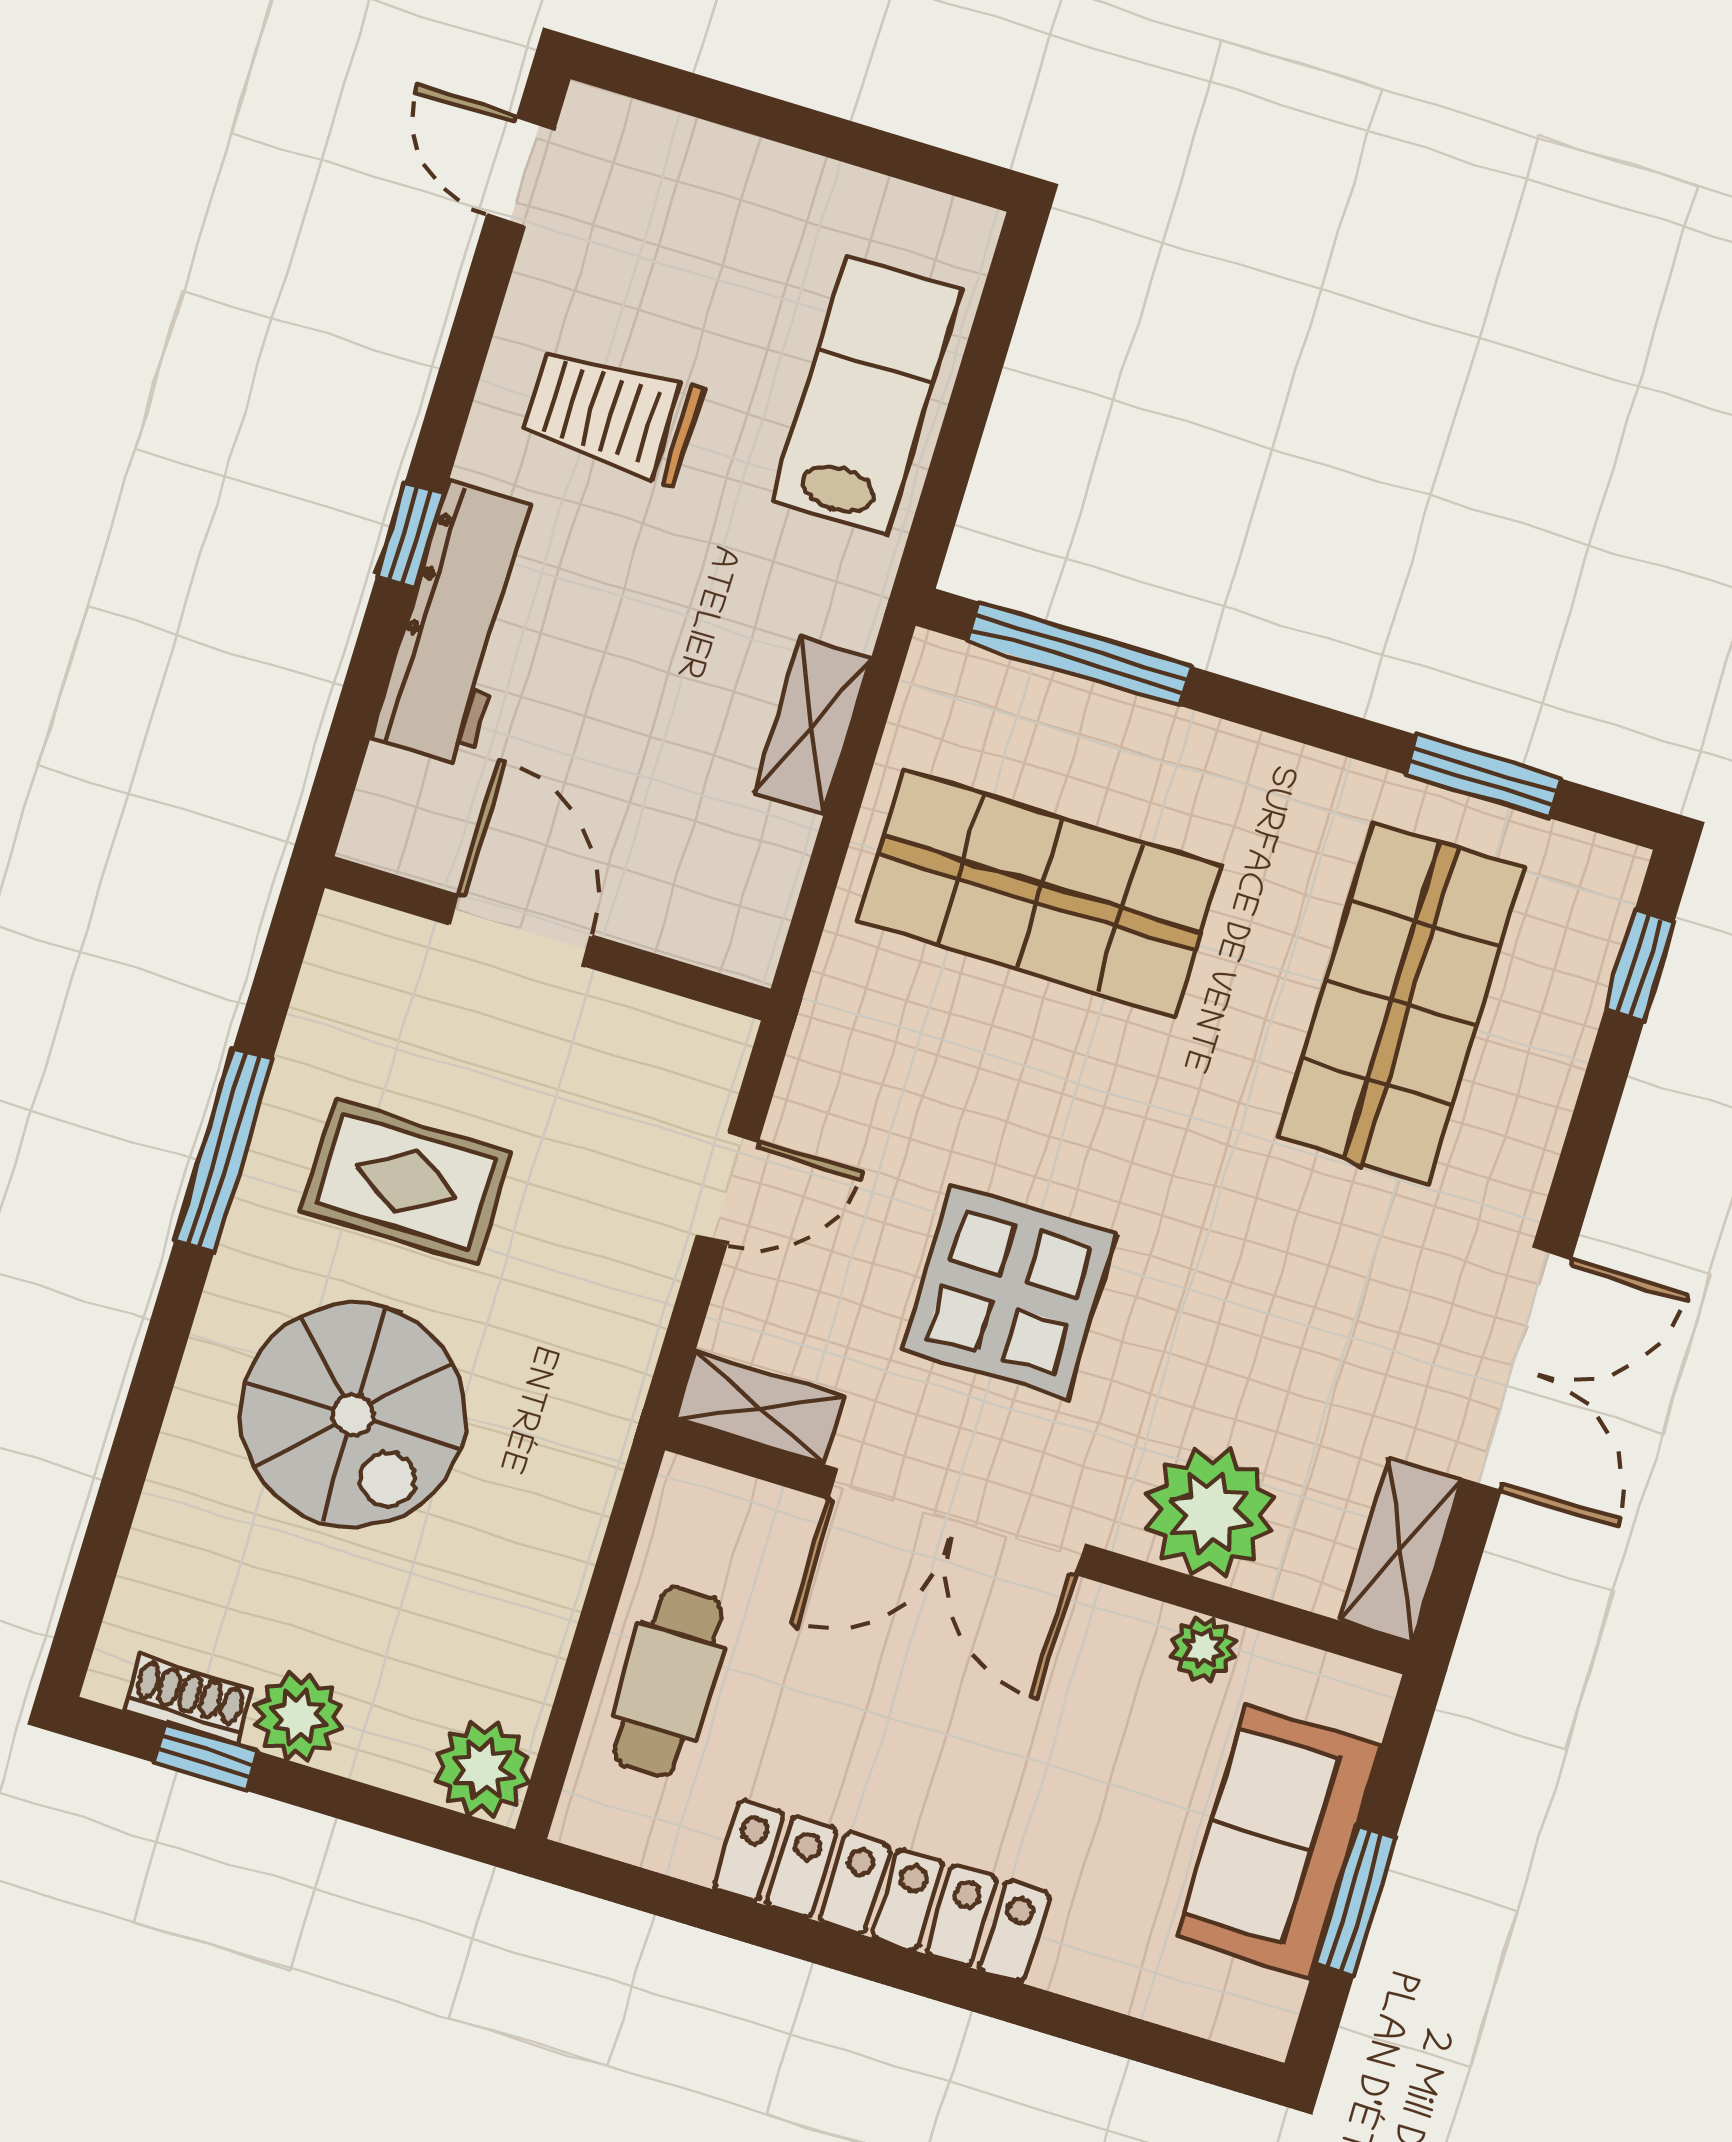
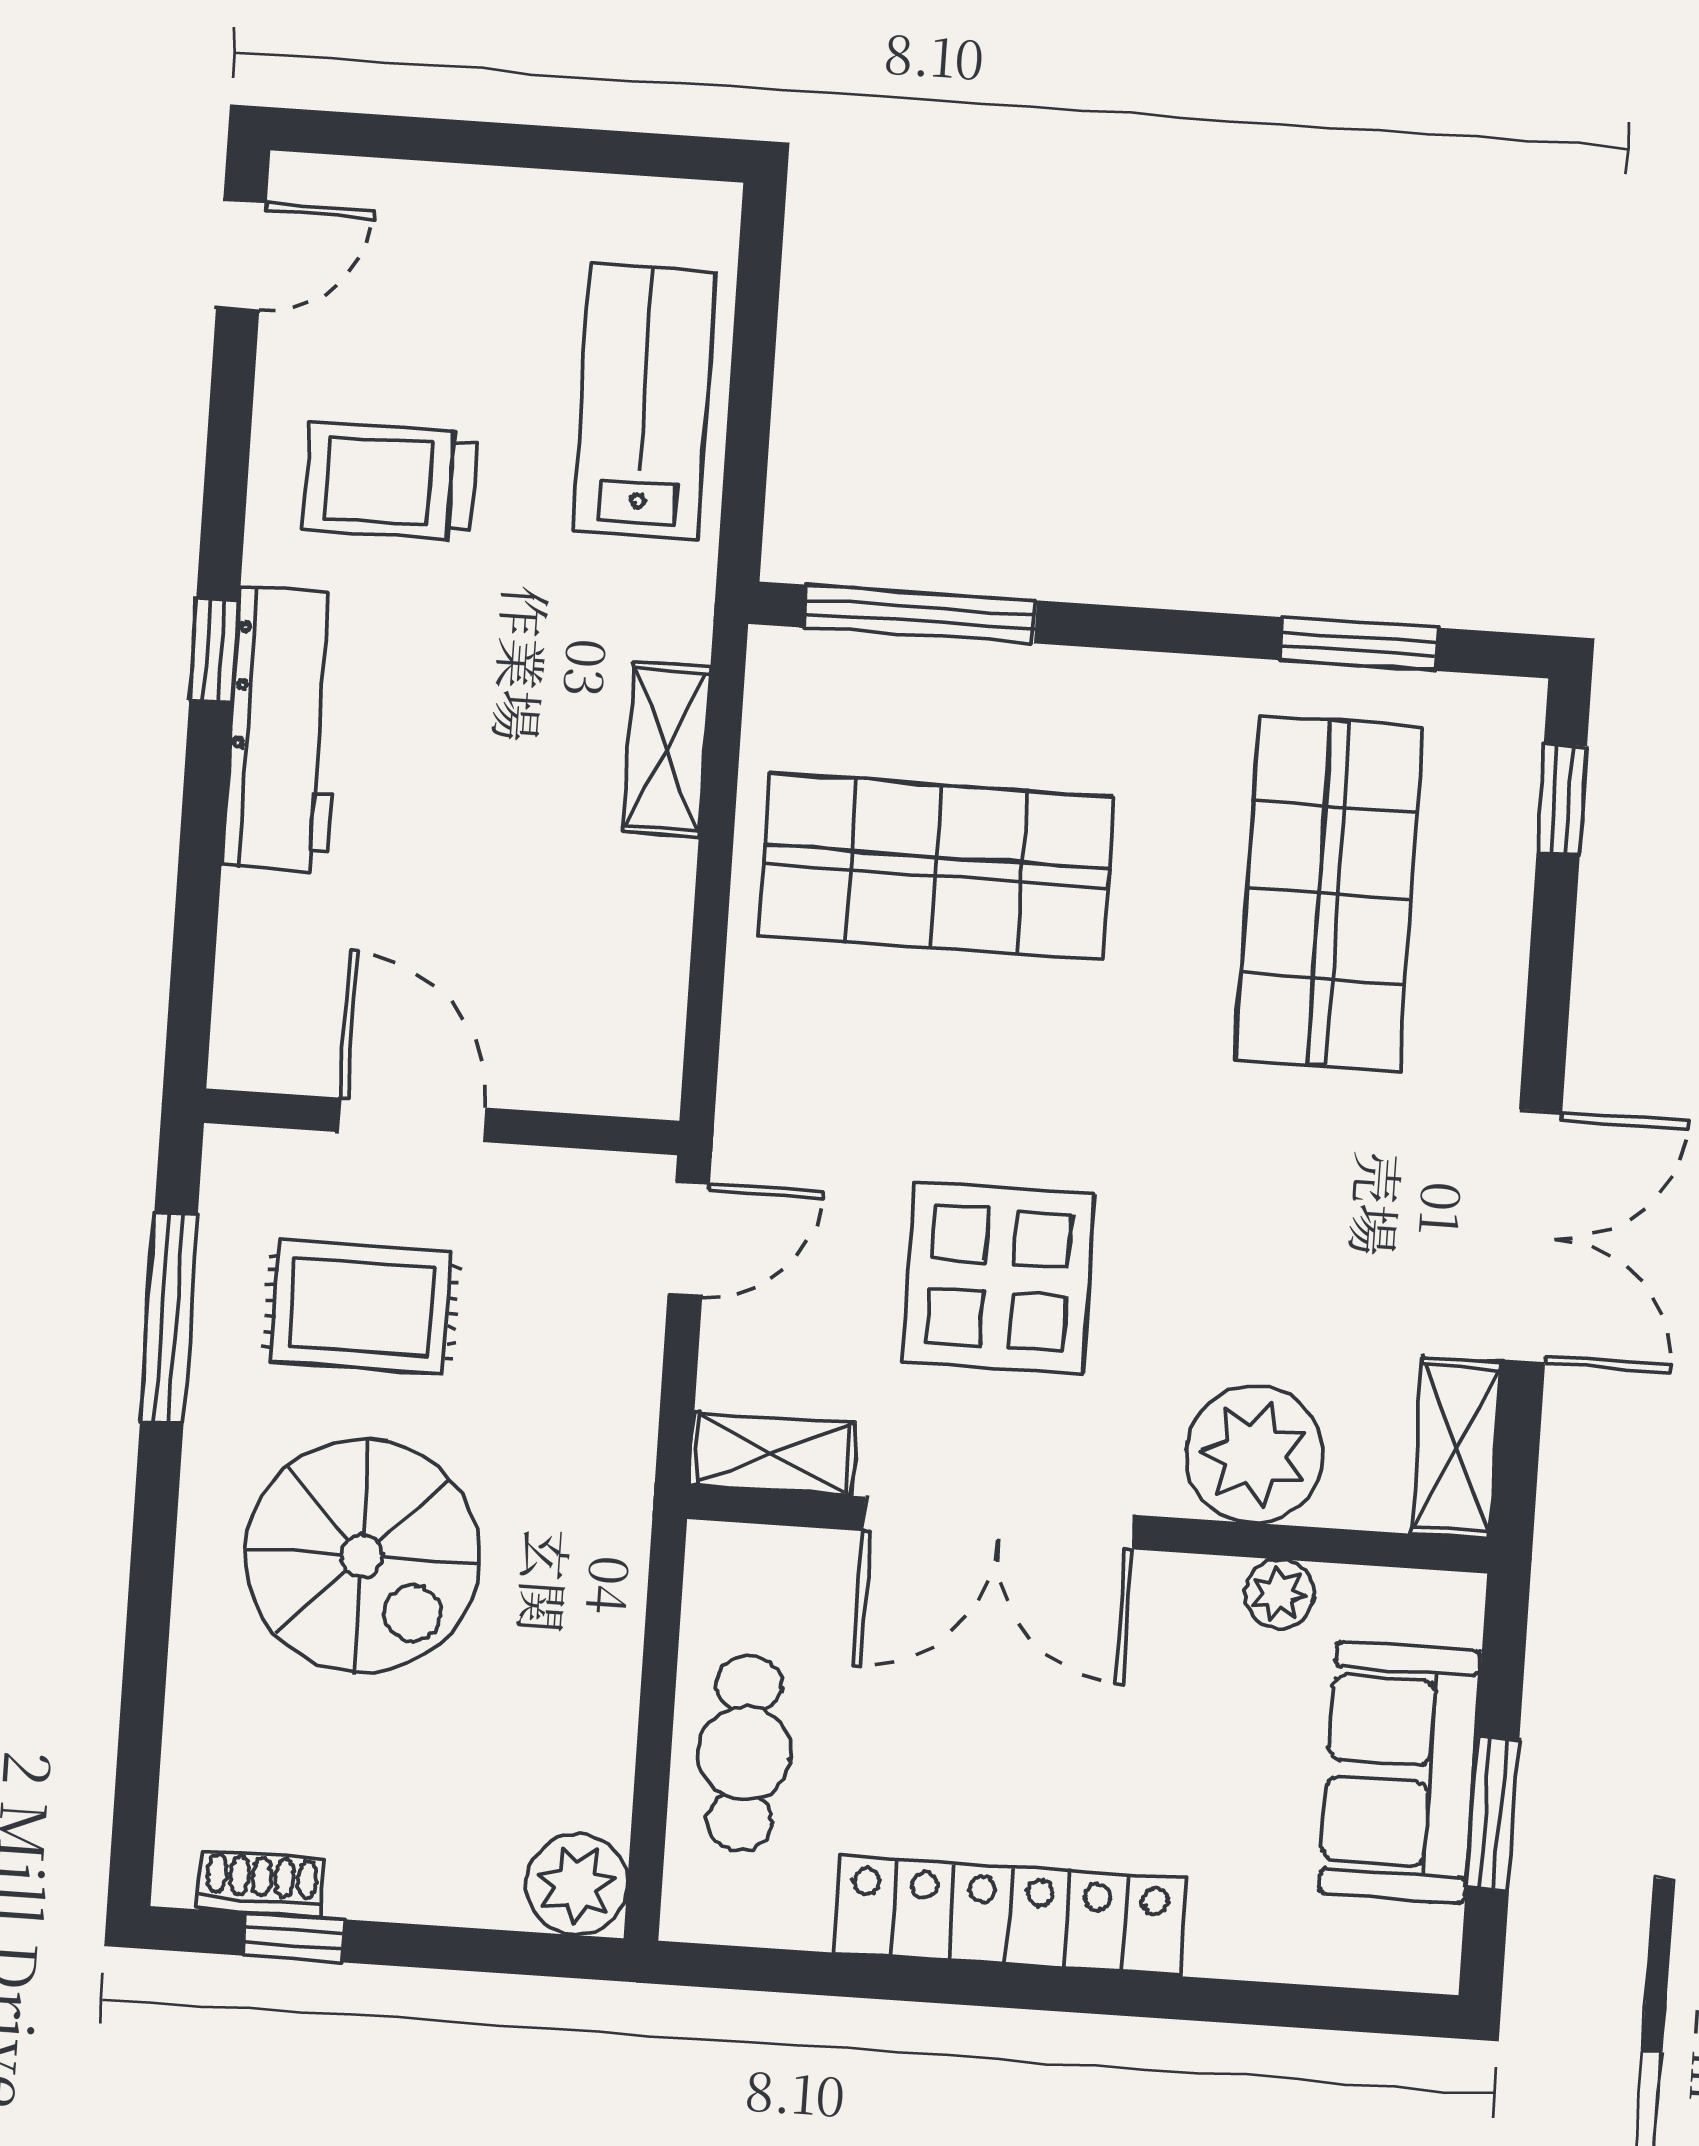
door: (521, 171) -> (241, 255), swing flipped
door: (521, 930) -> (412, 1120), moved
wall: (548, 938) -> (442, 1122), moved
plant: (299, 1717) -> (378, 1875), removed

